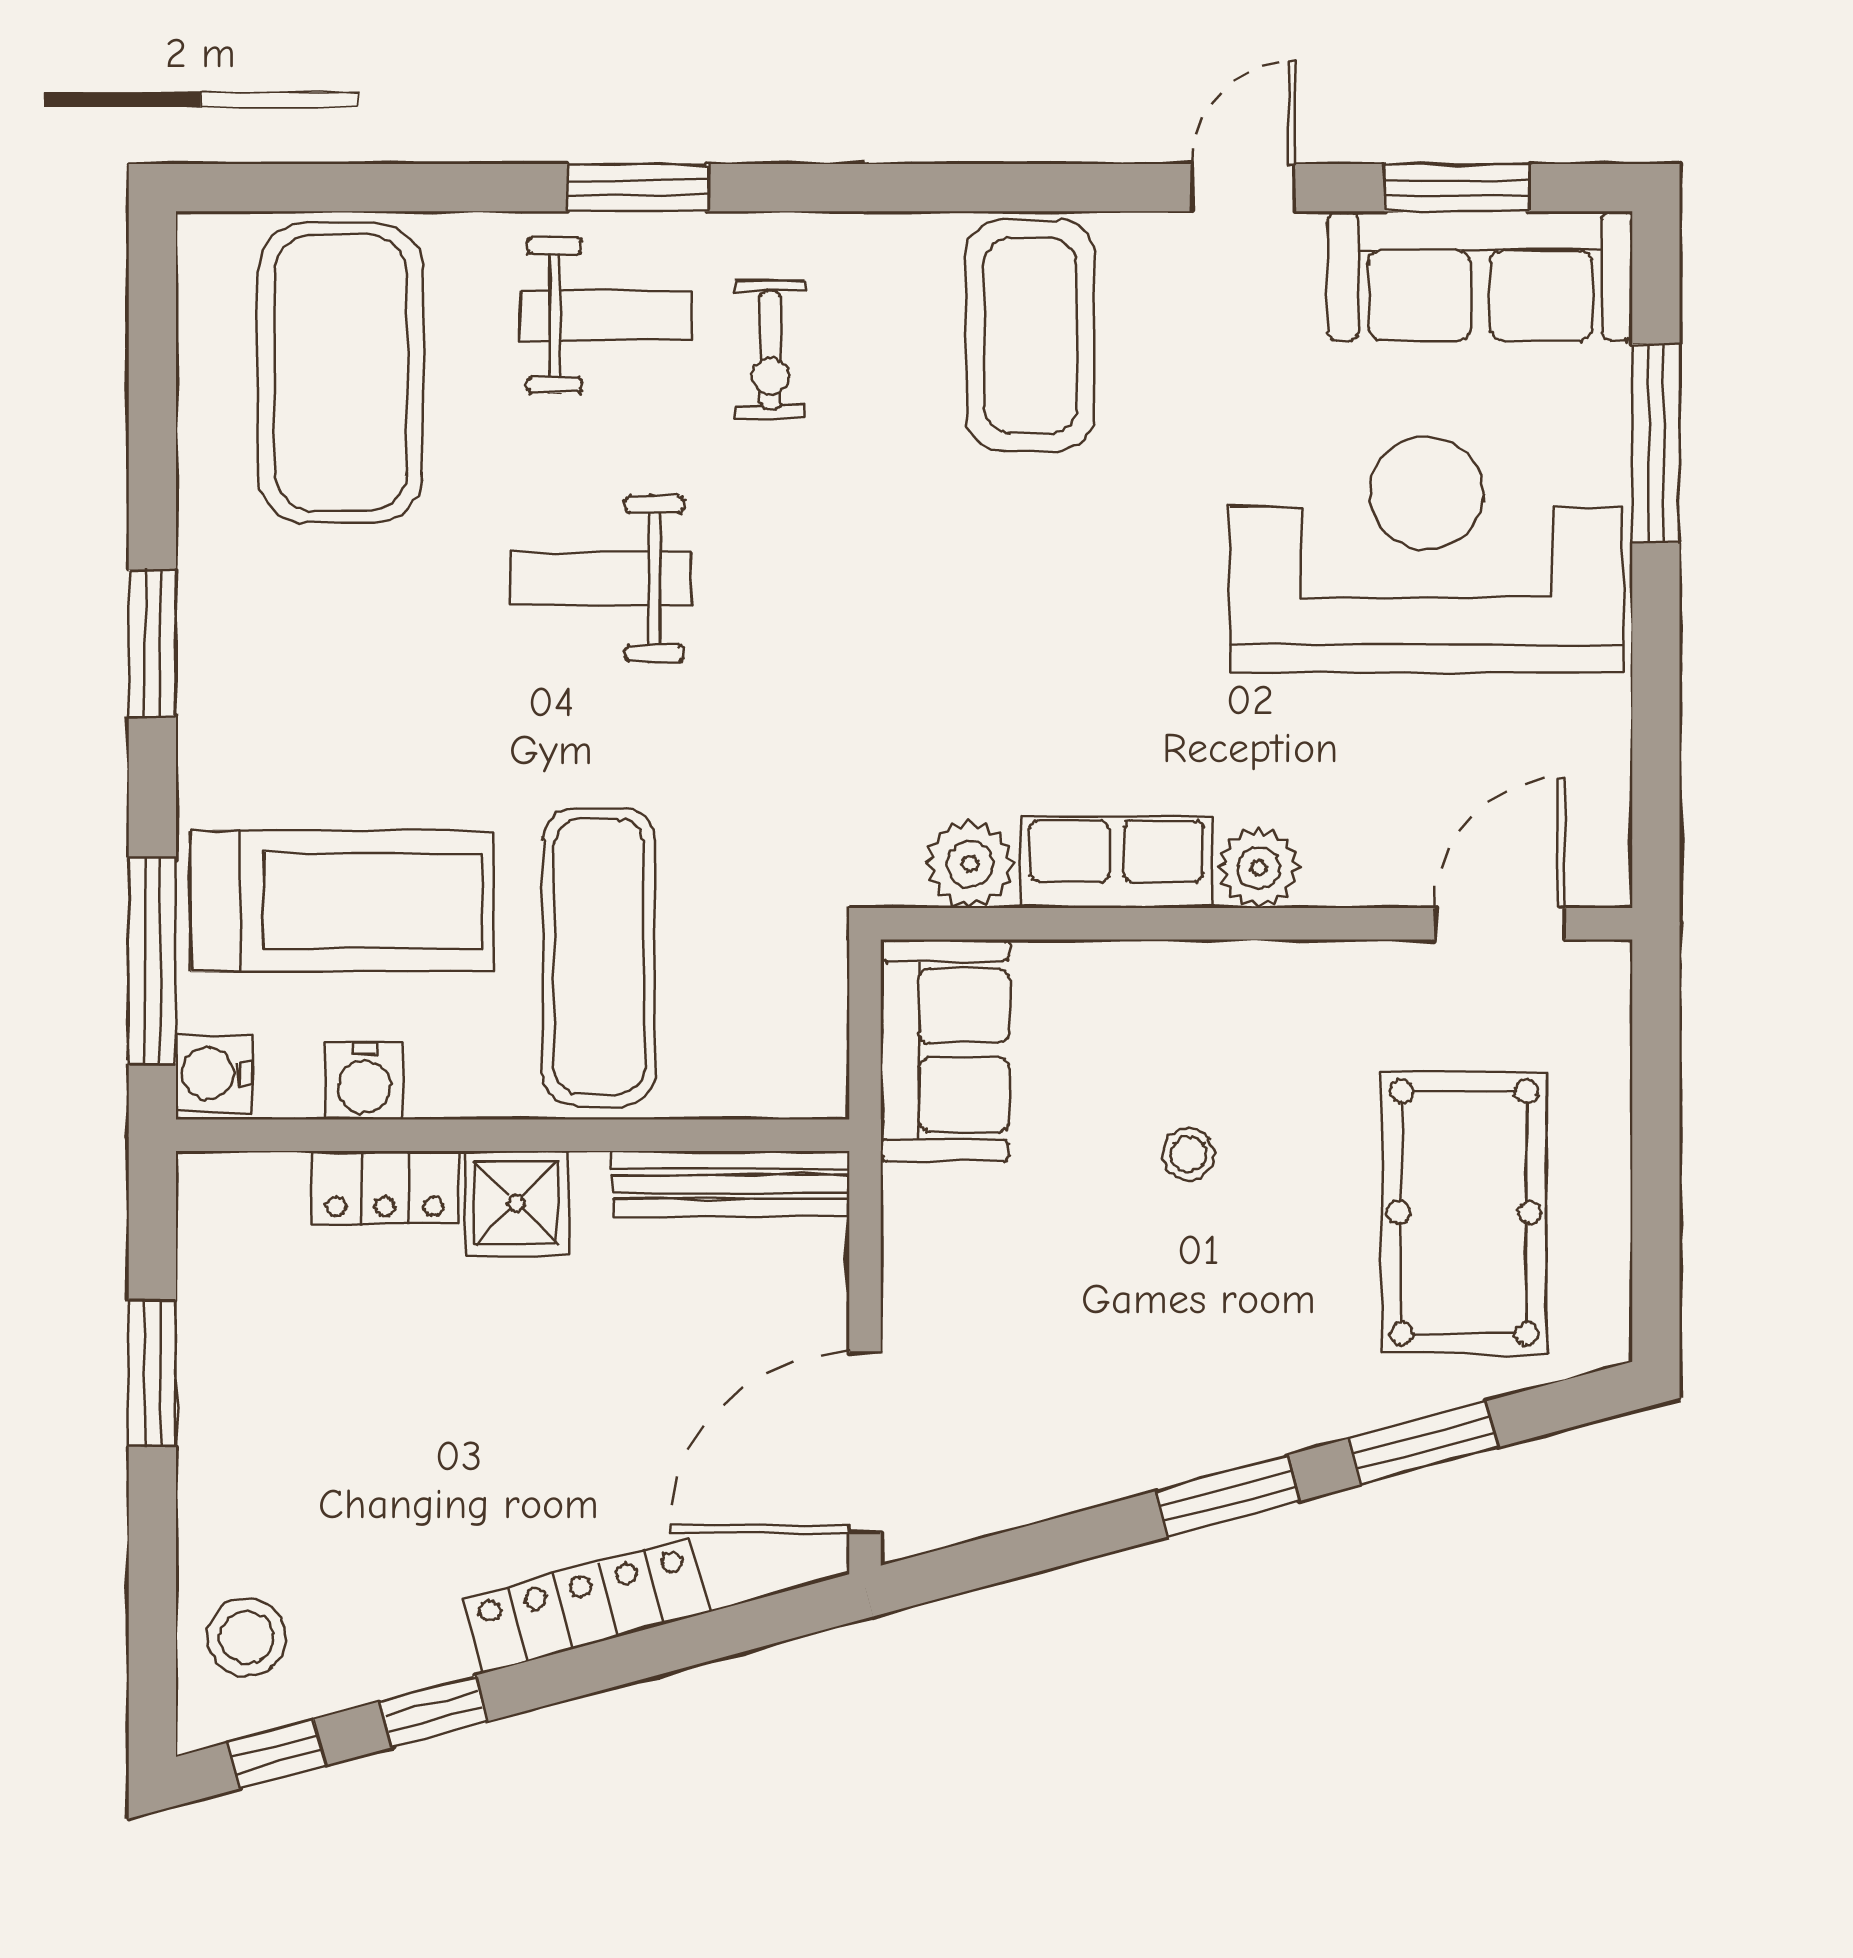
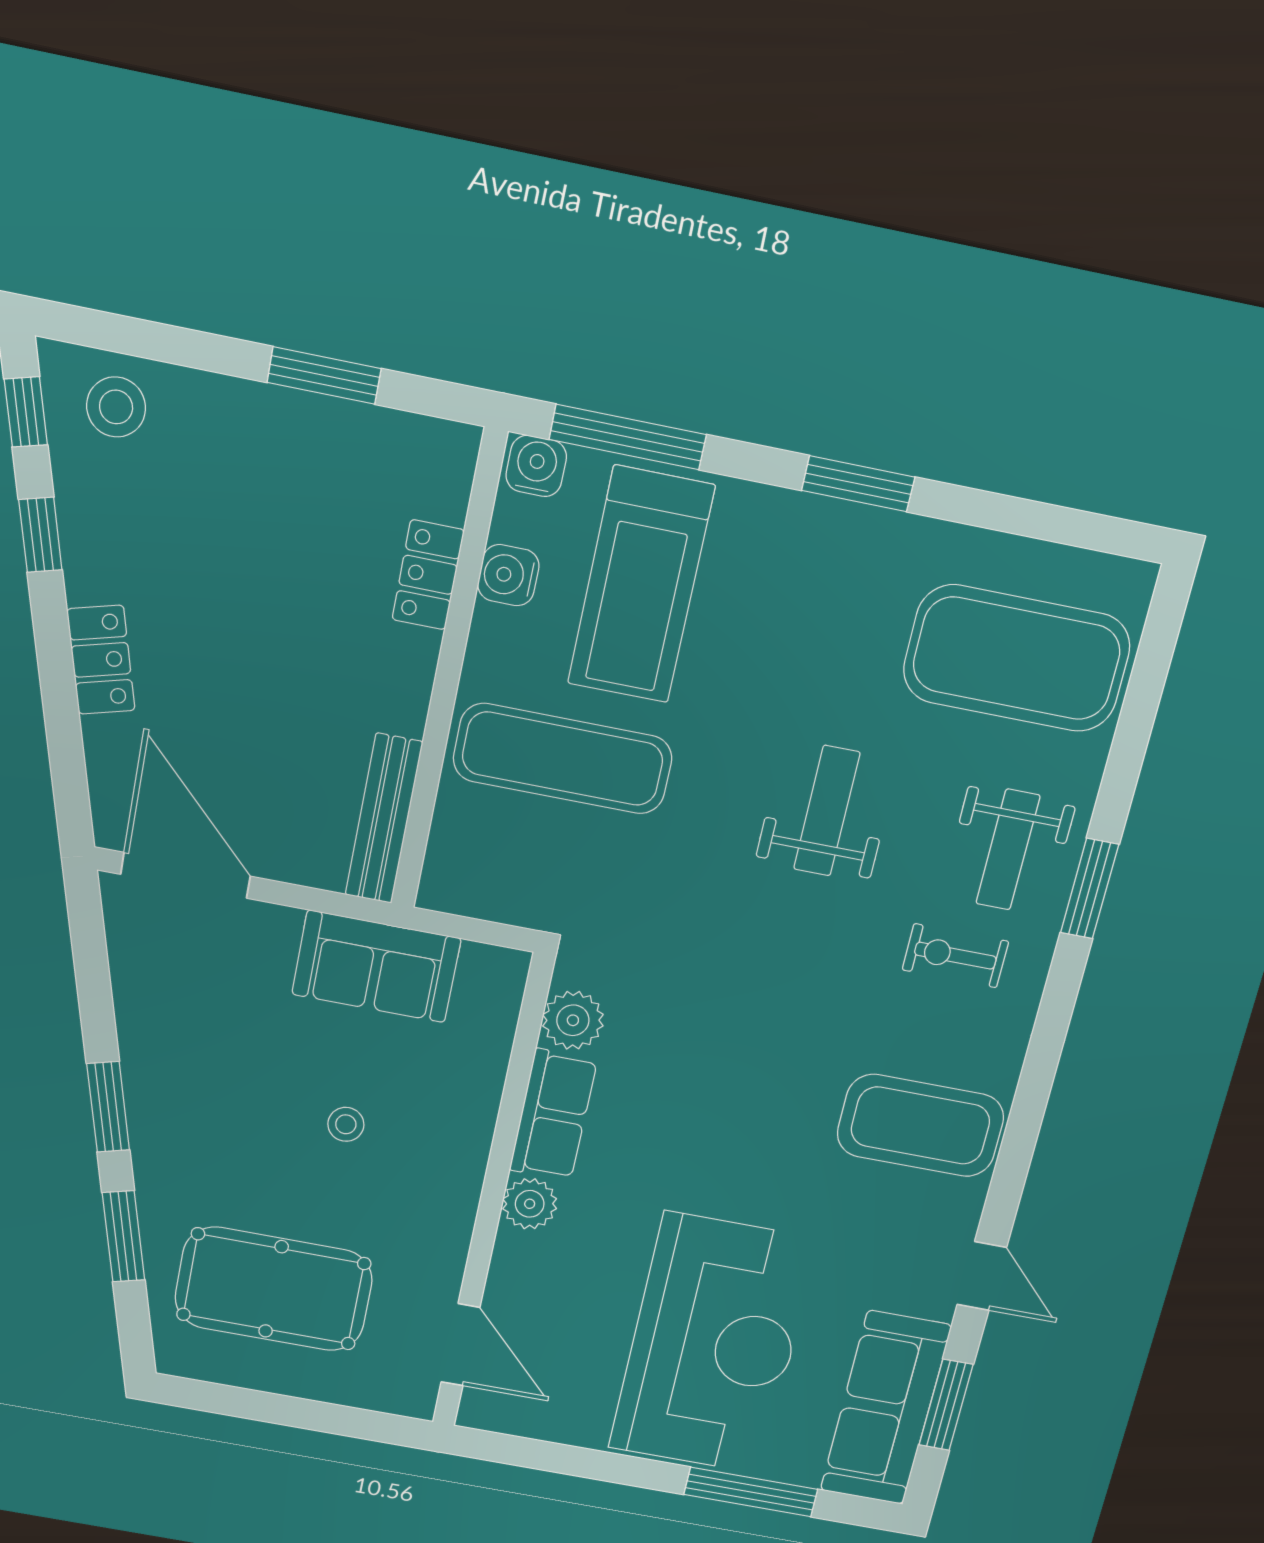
sofa: (945, 1050) -> (376, 966), moved
shower: (516, 1203) -> (399, 667), removed
locker: (586, 1605) -> (101, 660), width x0.66

